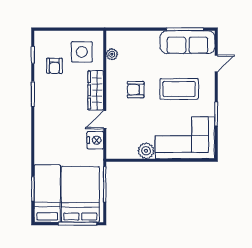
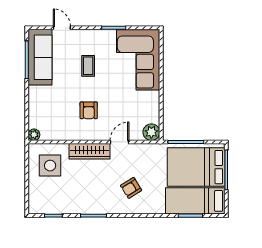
plant: (112, 54) -> (34, 135), moved
armchair: (54, 66) -> (131, 188), moved, turned 148
coffee table: (179, 89) -> (88, 66), width x0.54, depth x0.58
door: (105, 120) -> (120, 142), swing flipped
nightstand: (95, 140) -> (141, 152), removed
plant: (146, 151) -> (151, 132), moved

